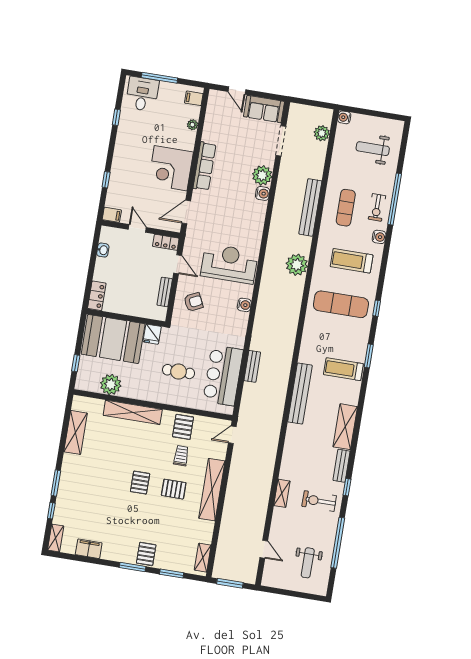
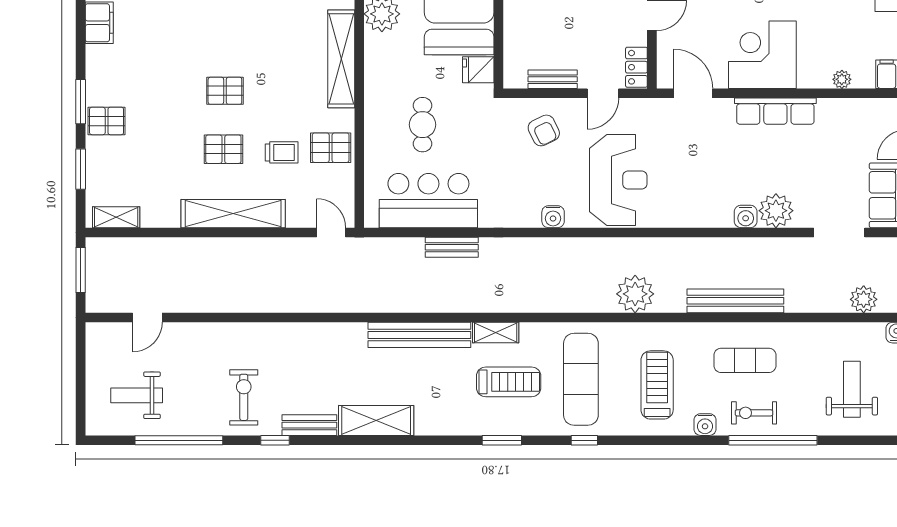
treadmill: (343, 369) -> (509, 382), moved, turned 90
pallet: (174, 489) -> (223, 149), turned 90
shelving: (282, 493) -> (496, 333), moved

